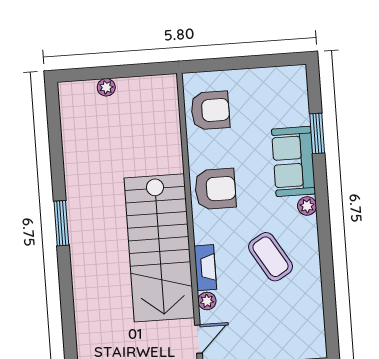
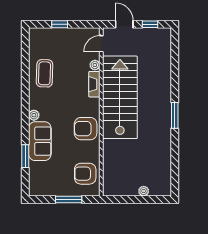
window: (236, 63) -> (69, 200), added
coffee table: (271, 257) -> (45, 73), moved, turned 33

